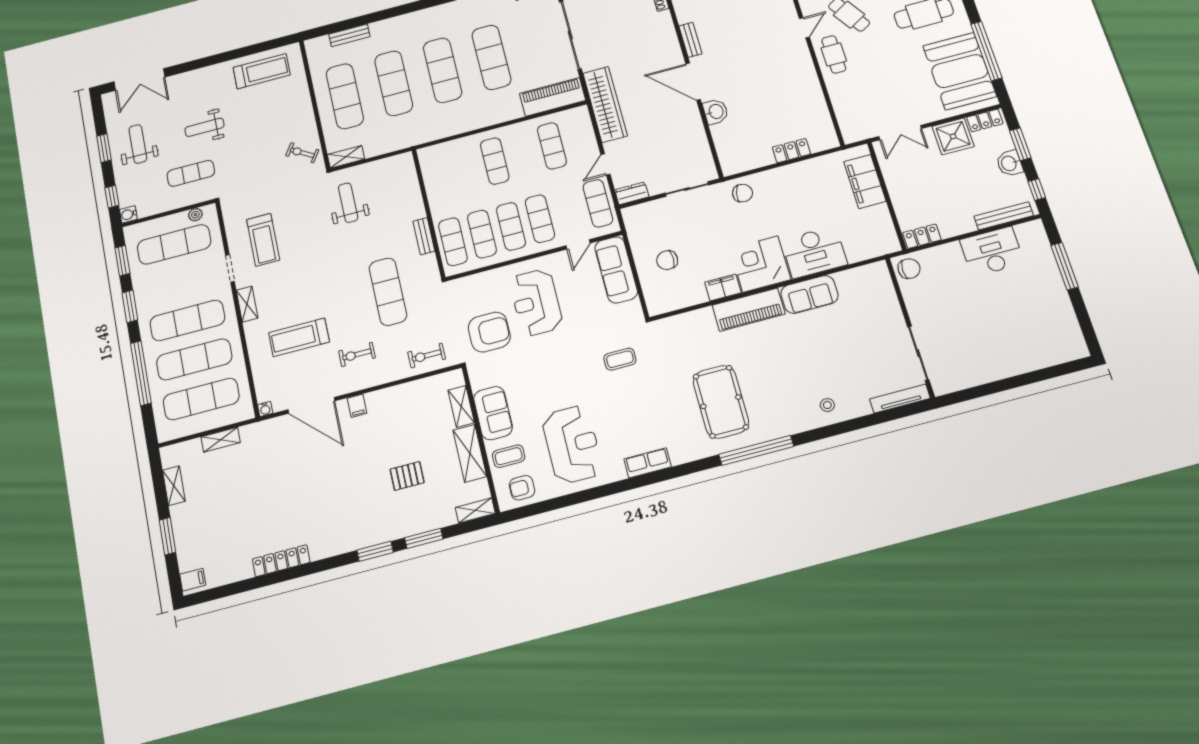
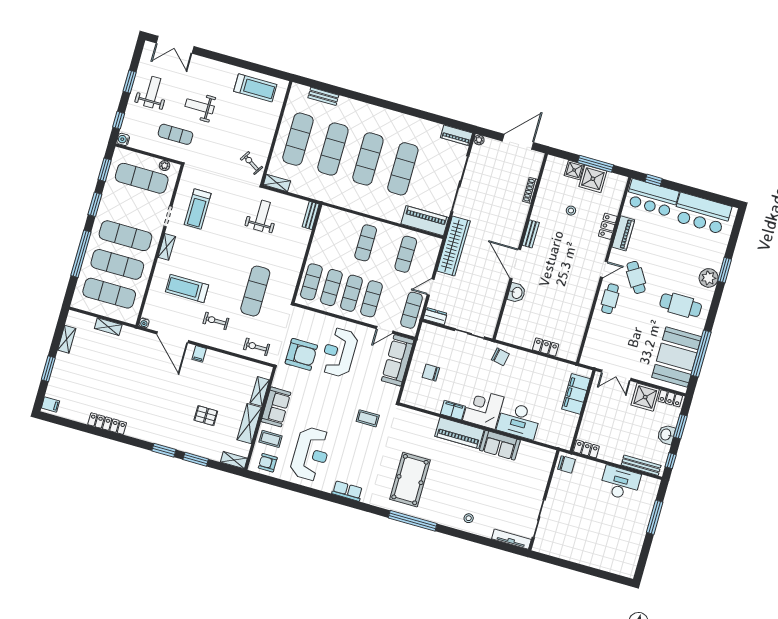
bench: (424, 236) -> (311, 215), moved

